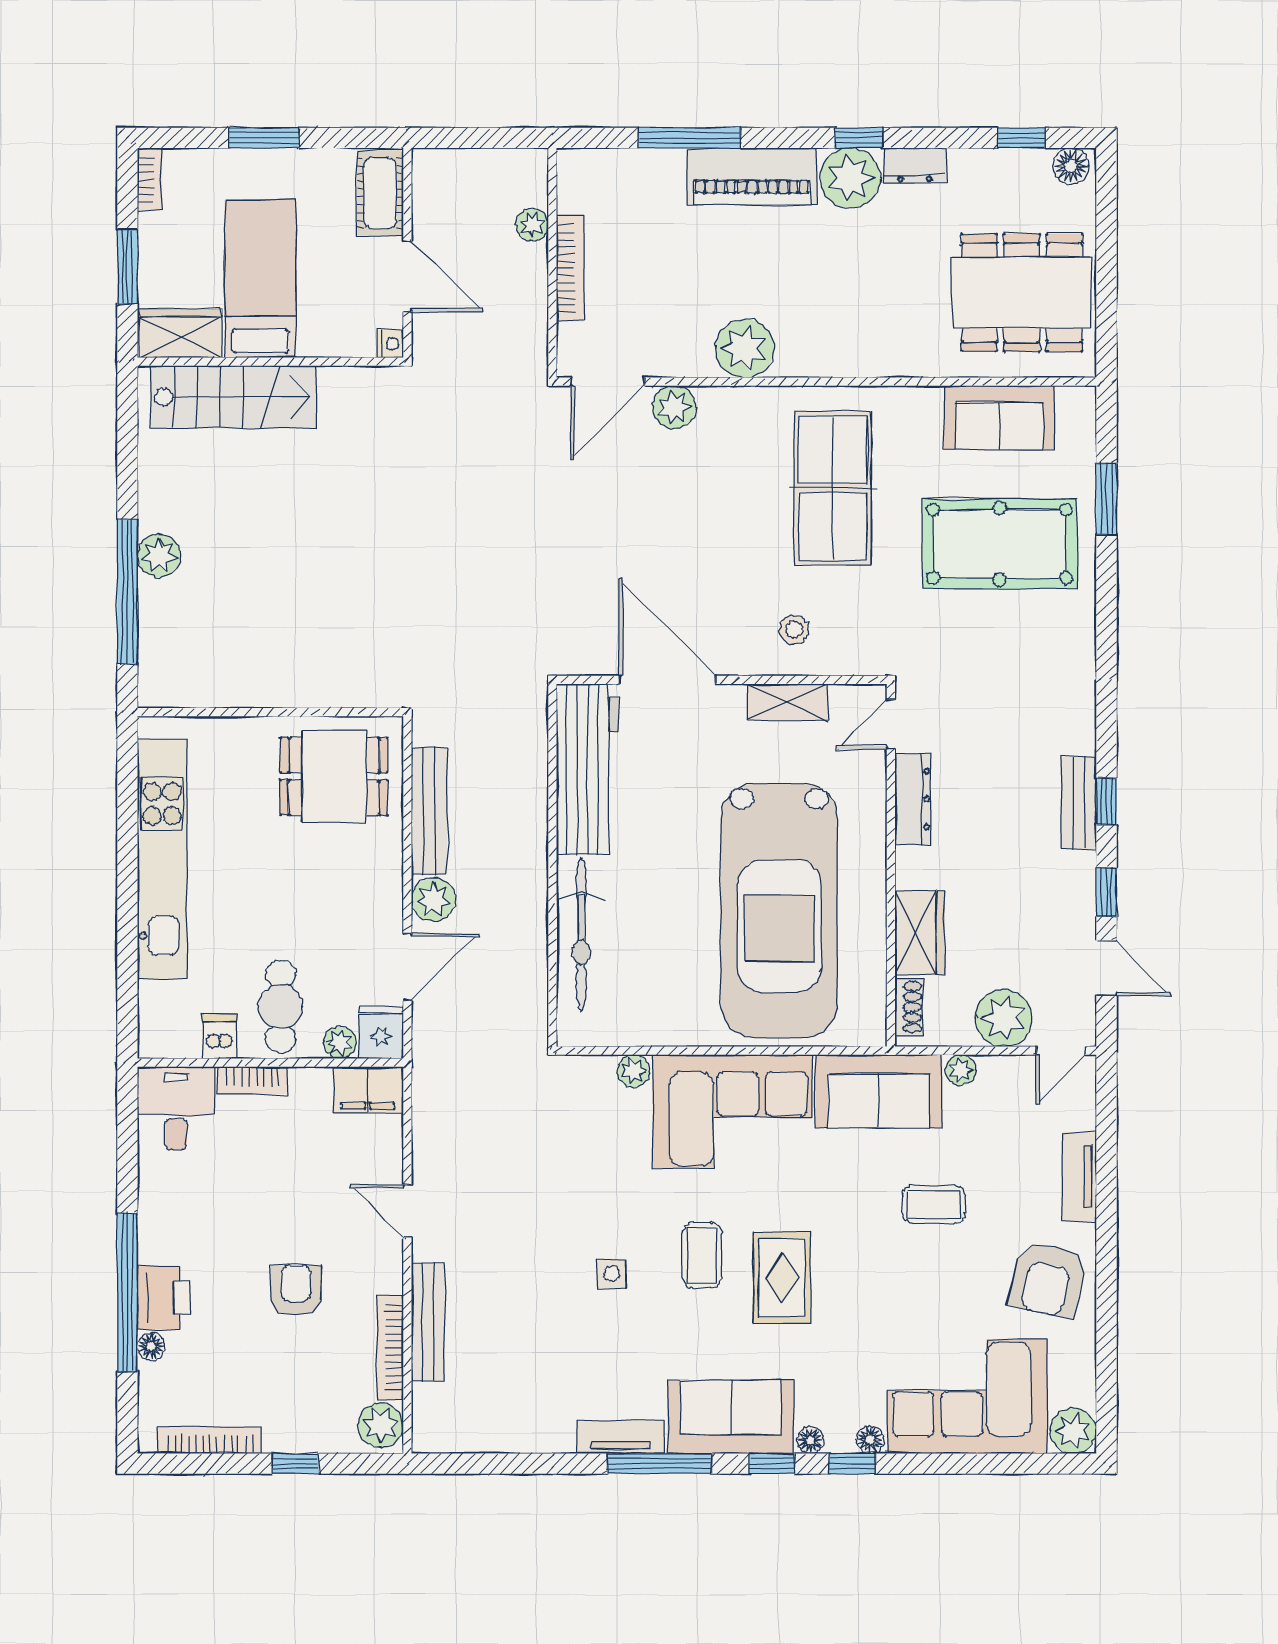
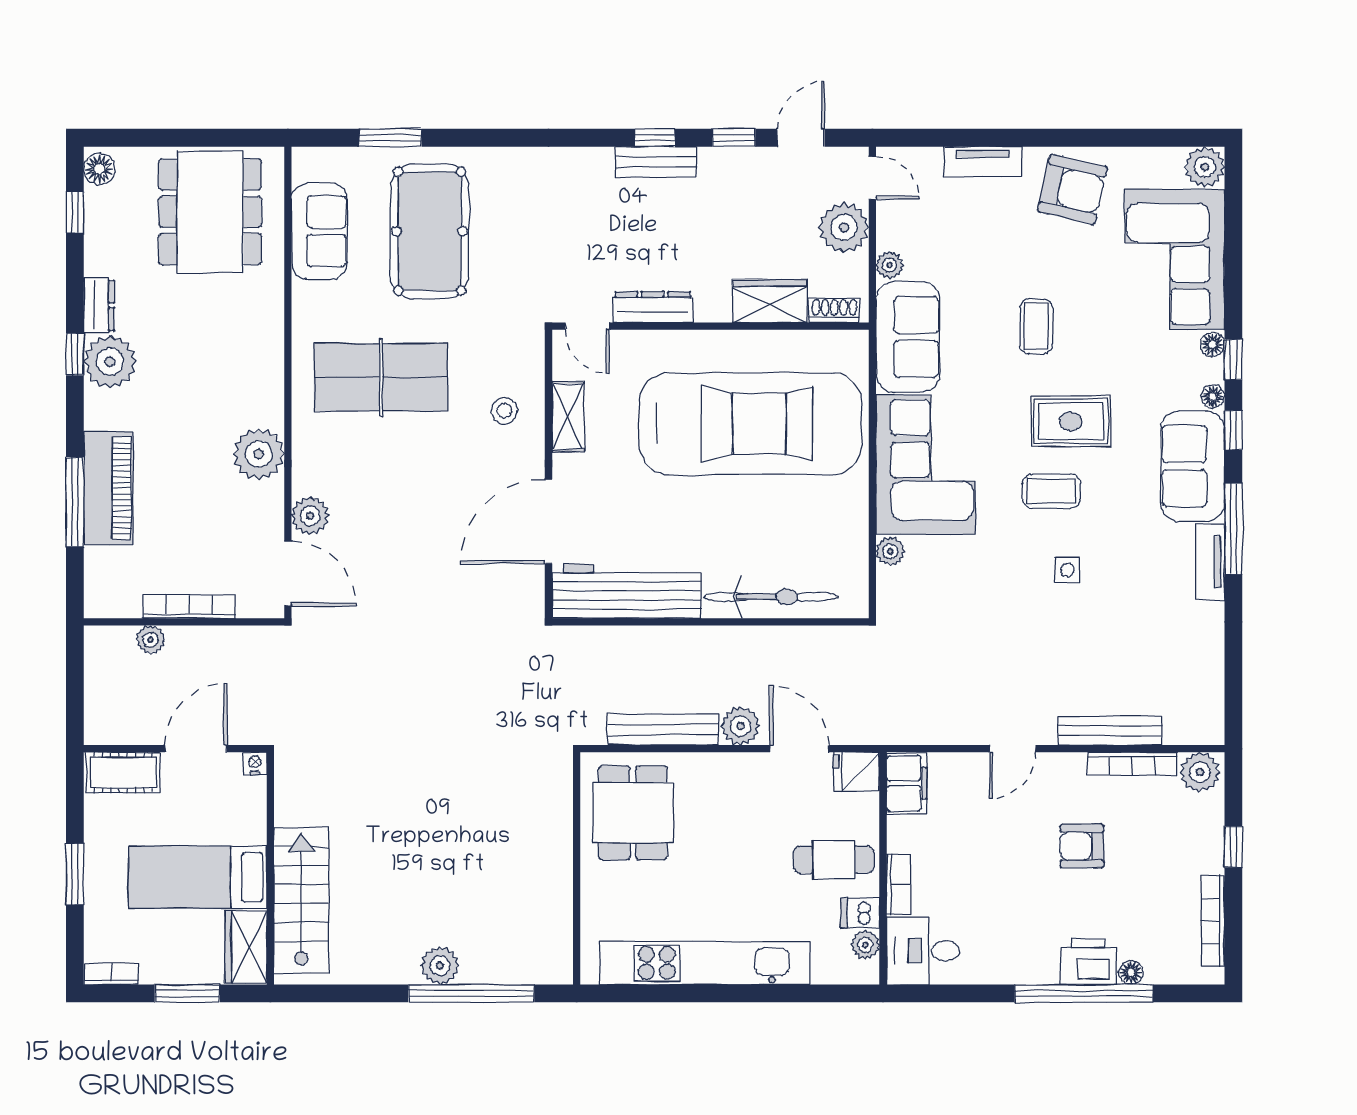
piano: (752, 176) -> (108, 488), moved
plant: (340, 1042) -> (865, 945), moved
coffee table: (934, 1204) -> (1036, 326), moved

